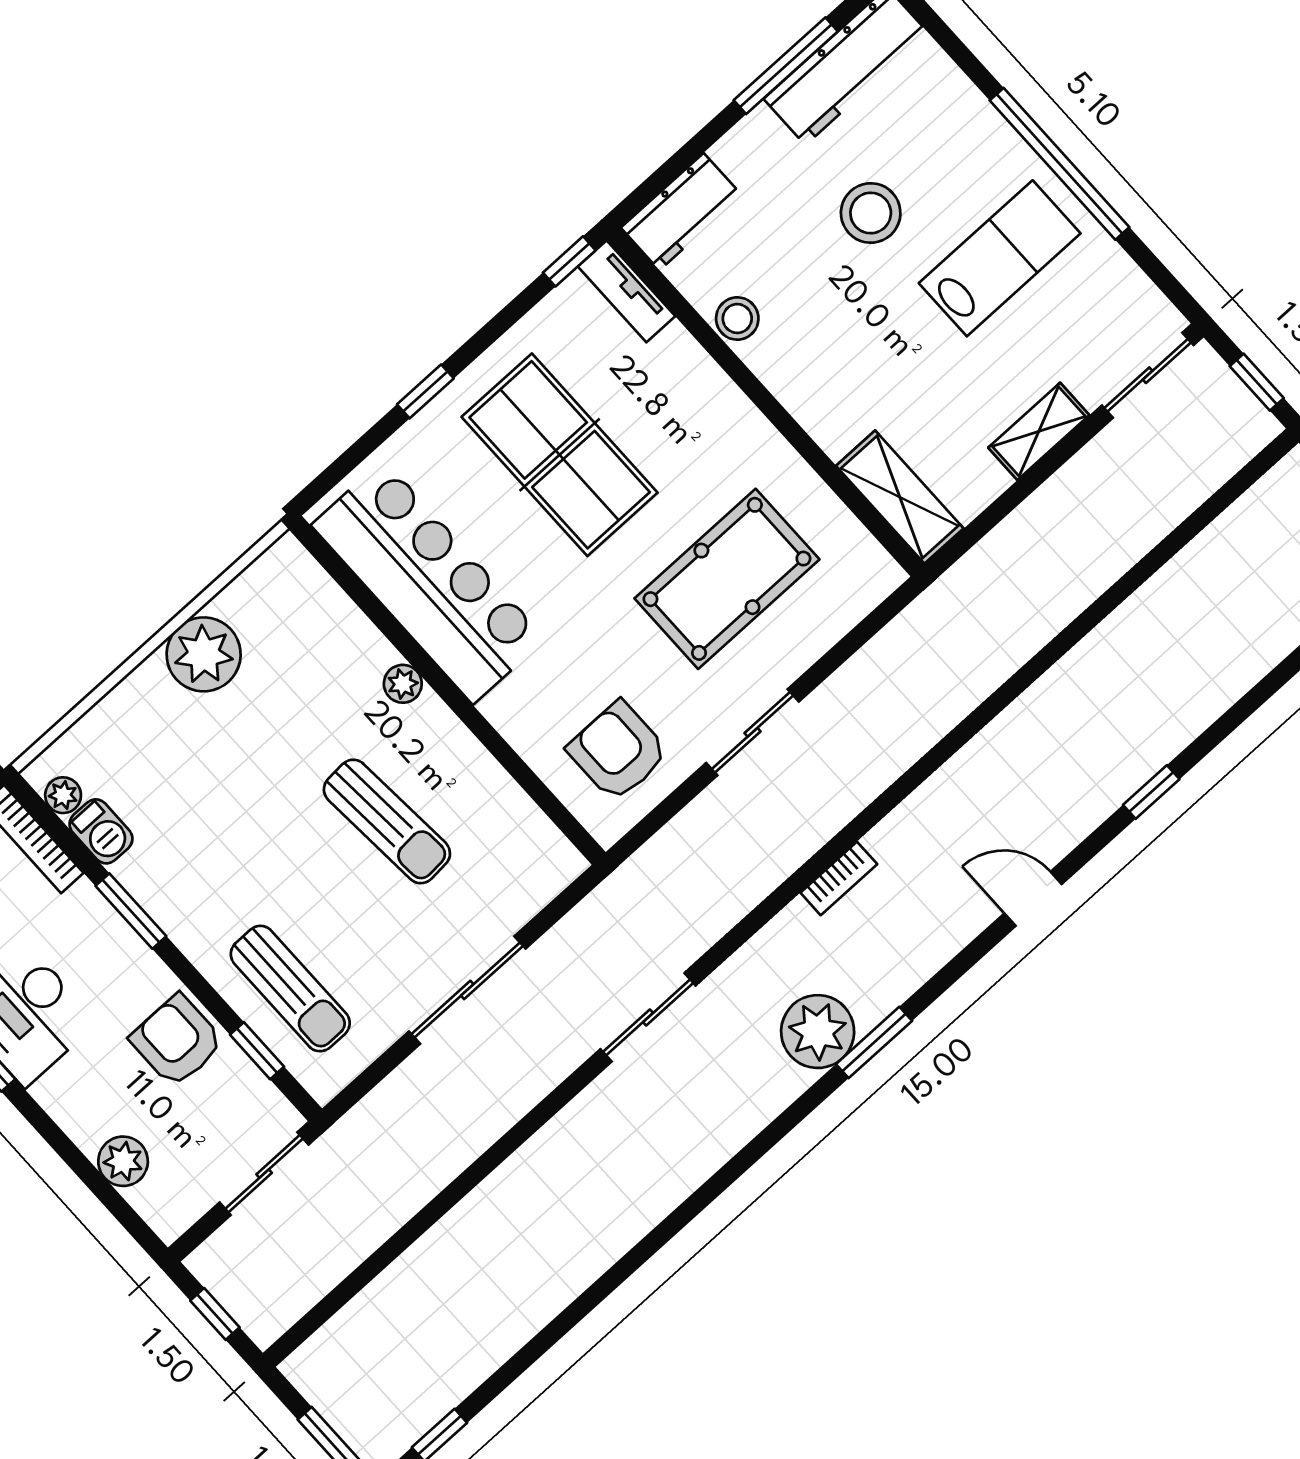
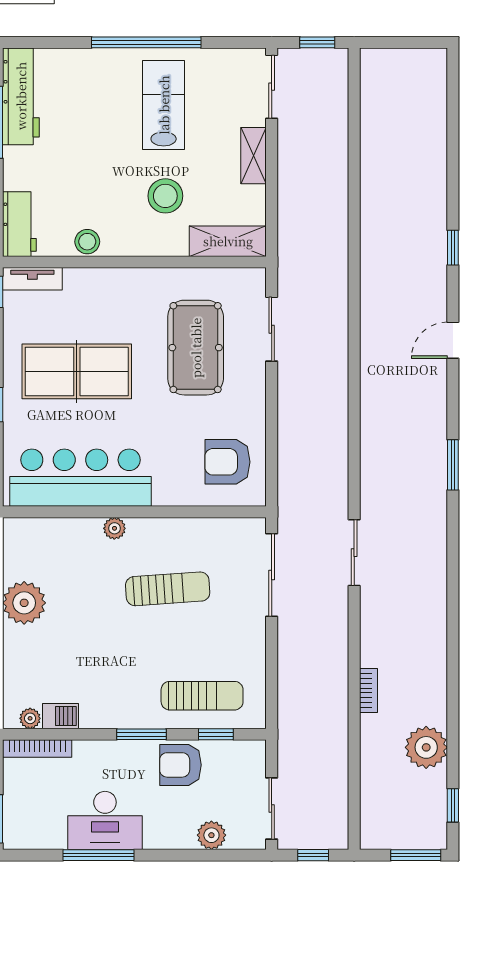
stool: (871, 213) -> (165, 196), moved
sliding door: (753, 732) -> (272, 329), moved
bookcase: (839, 878) -> (368, 691), moved
window: (131, 911) -> (142, 734), moved
sliding door: (467, 990) -> (272, 575), moved
plant: (818, 1032) -> (426, 747), moved
sliding door: (264, 1174) -> (272, 809), moved

